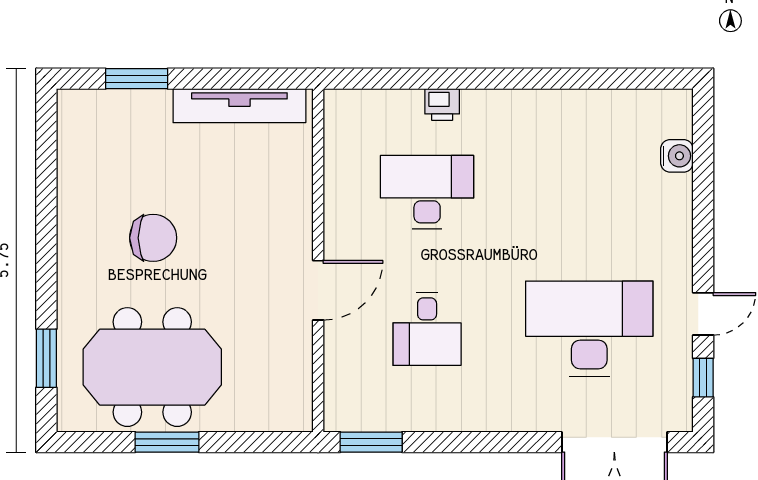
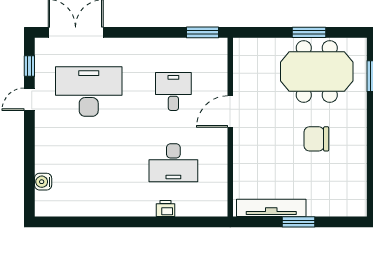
window: (137, 79) -> (298, 222), moved
desk: (589, 329) -> (89, 92), turned 180

